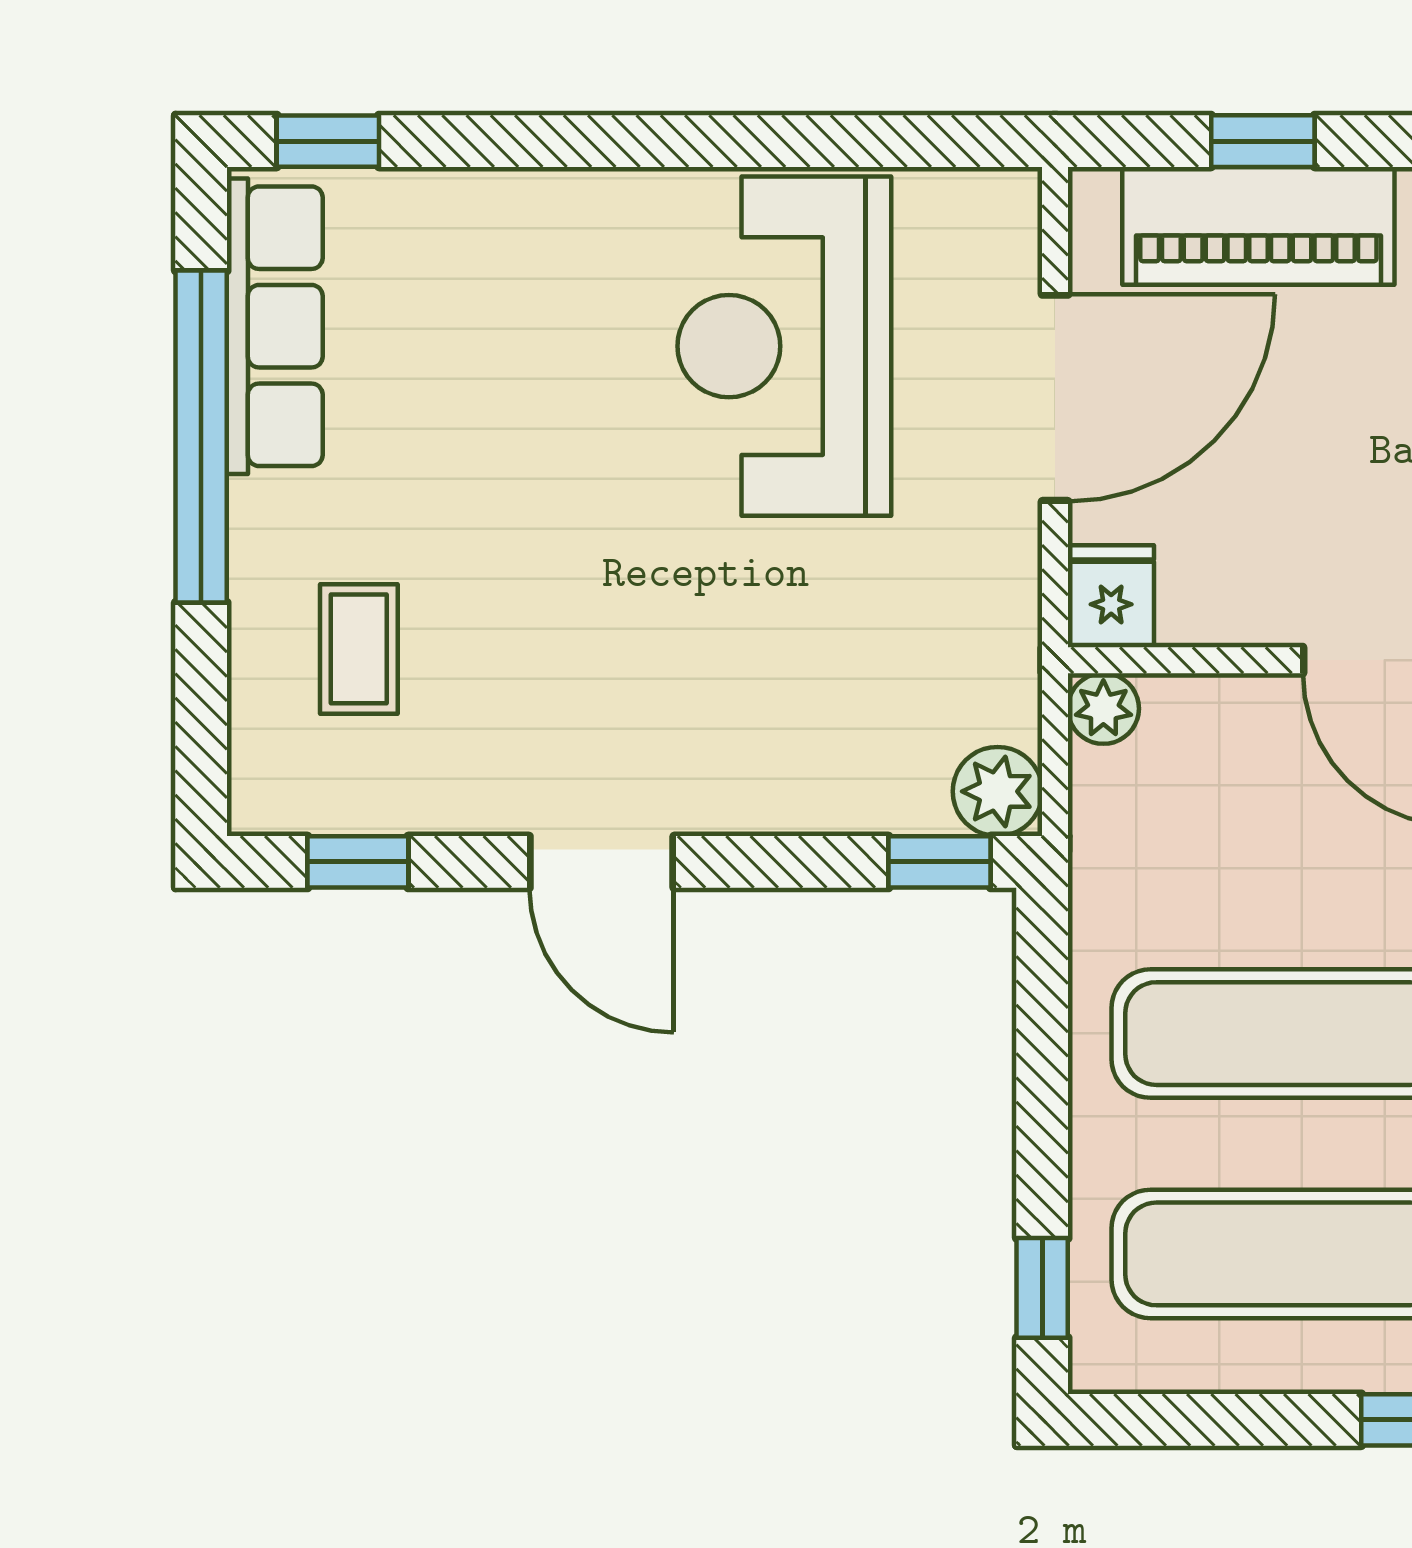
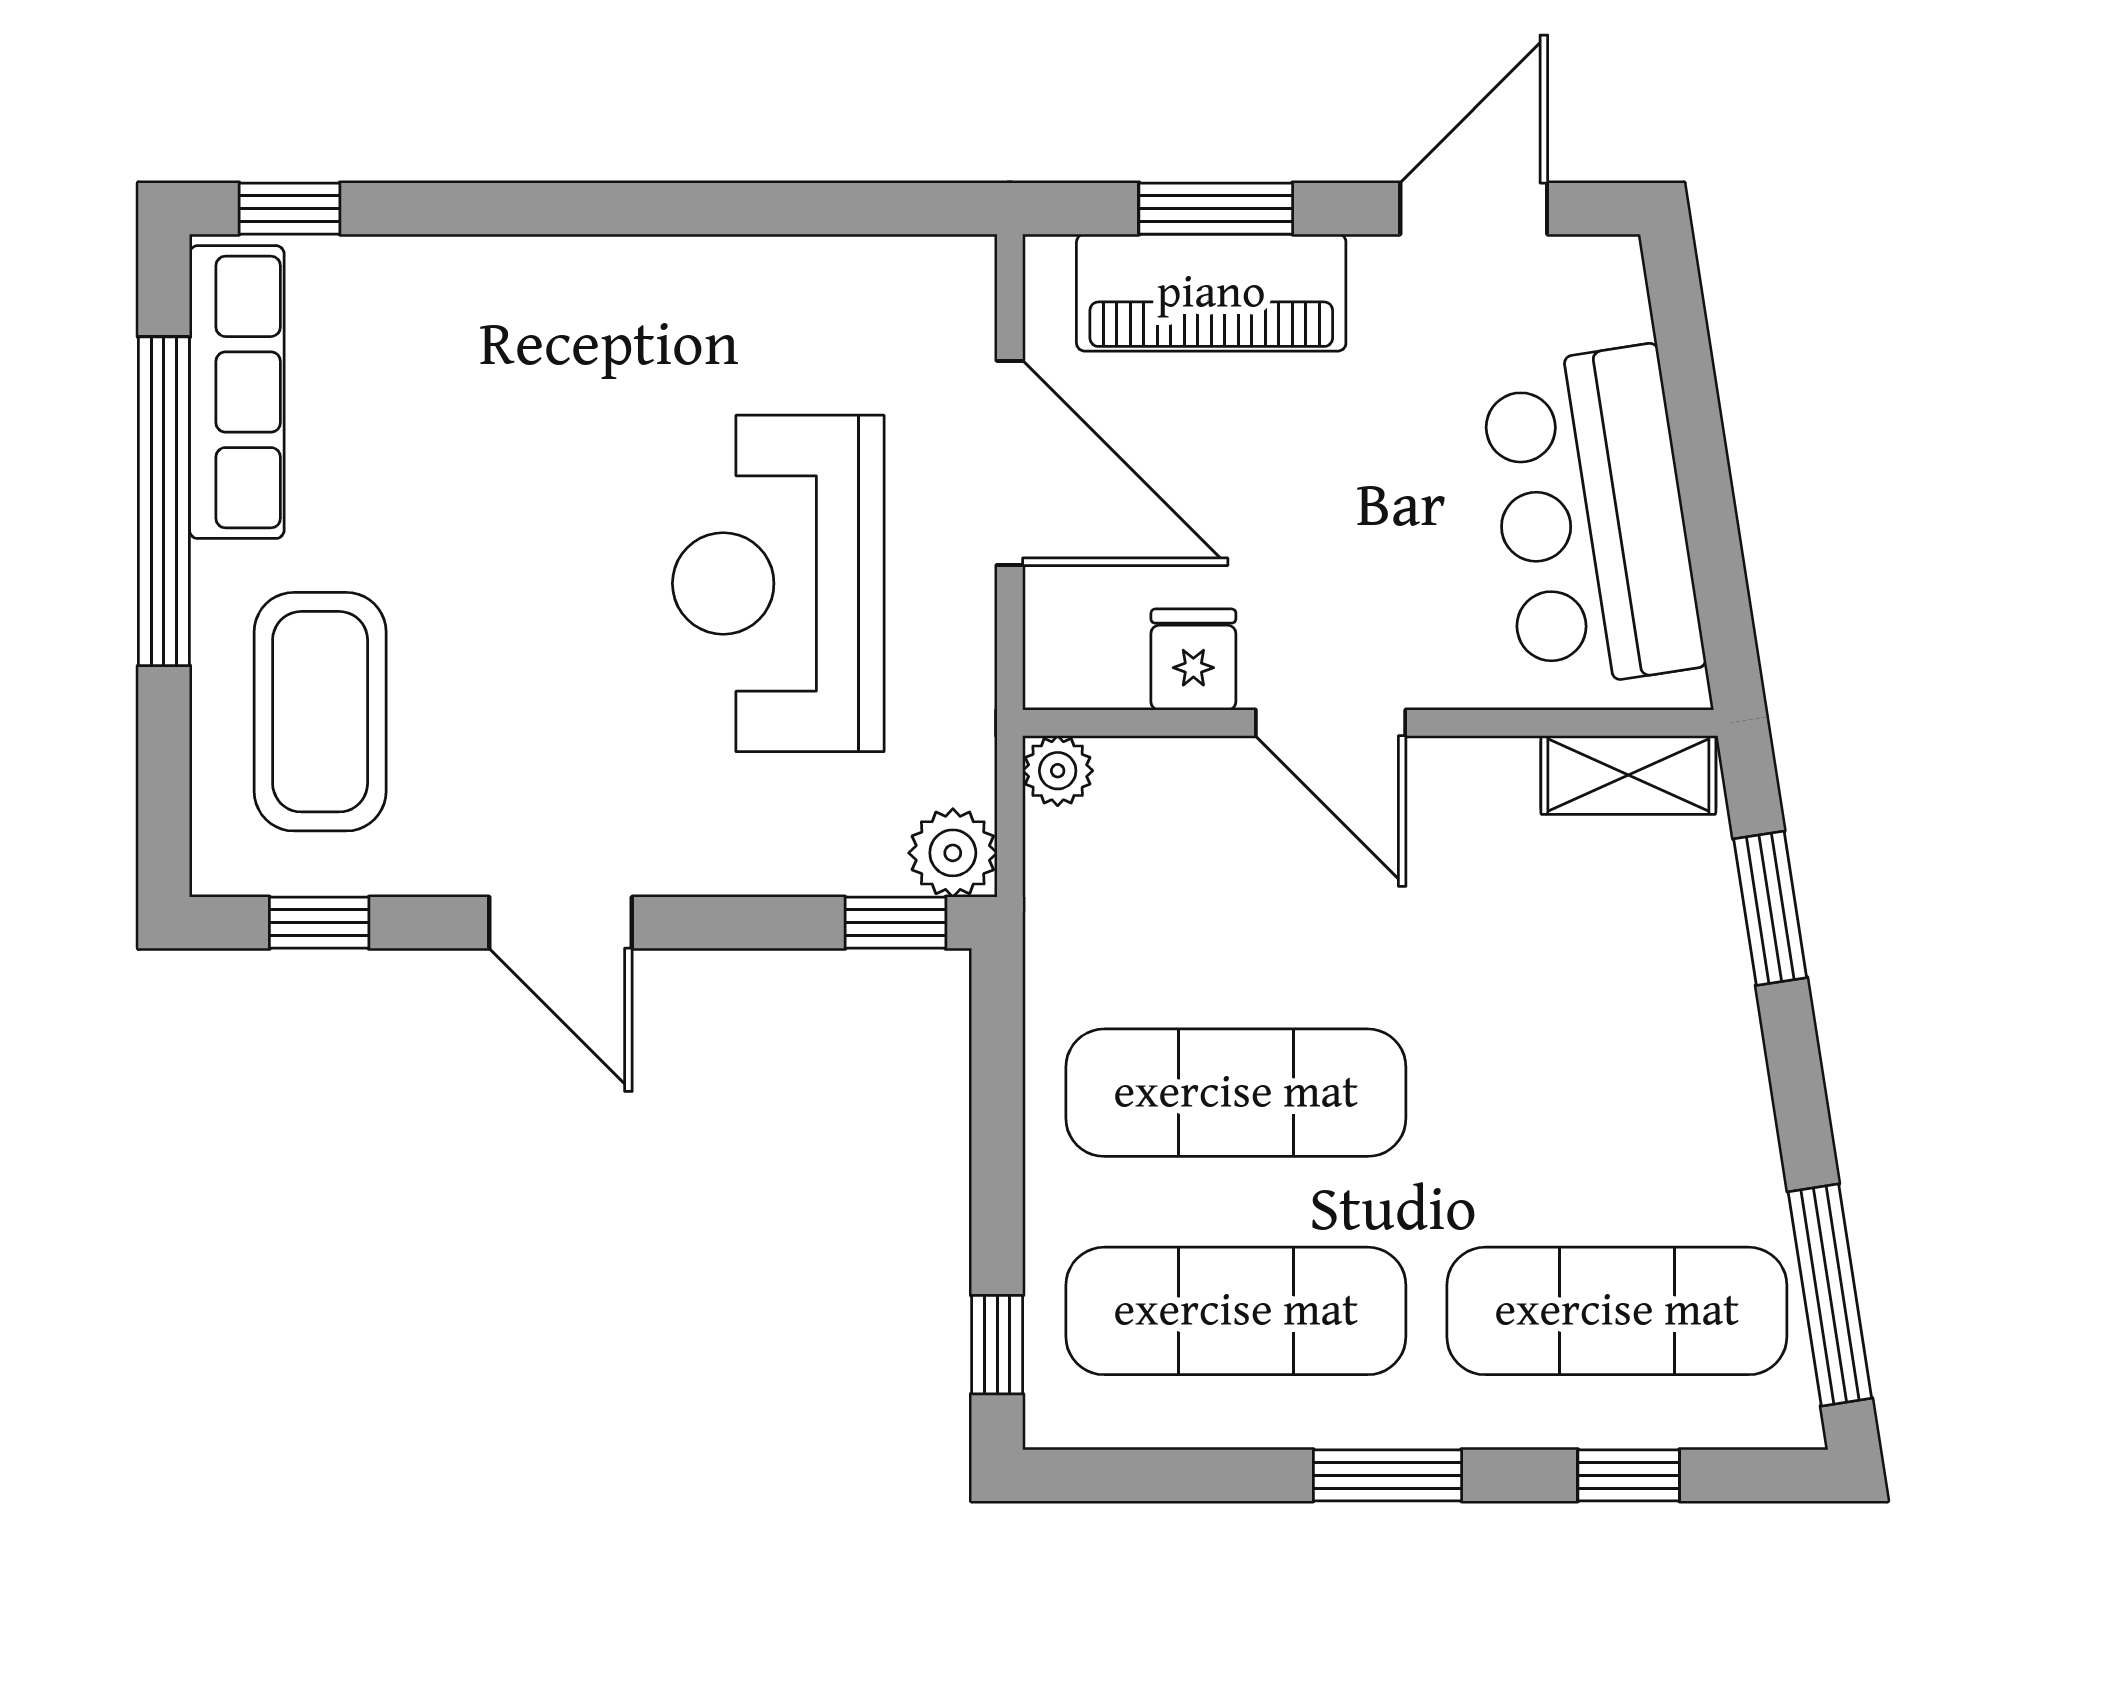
window: (1263, 141) -> (1216, 209), width x1.50
reception desk: (784, 346) -> (778, 583), moved
door: (1055, 398) -> (1010, 463), hinge flipped
fridge: (1111, 596) -> (1193, 660), moved
coffee table: (359, 649) -> (320, 712), width x1.86, depth x1.72

